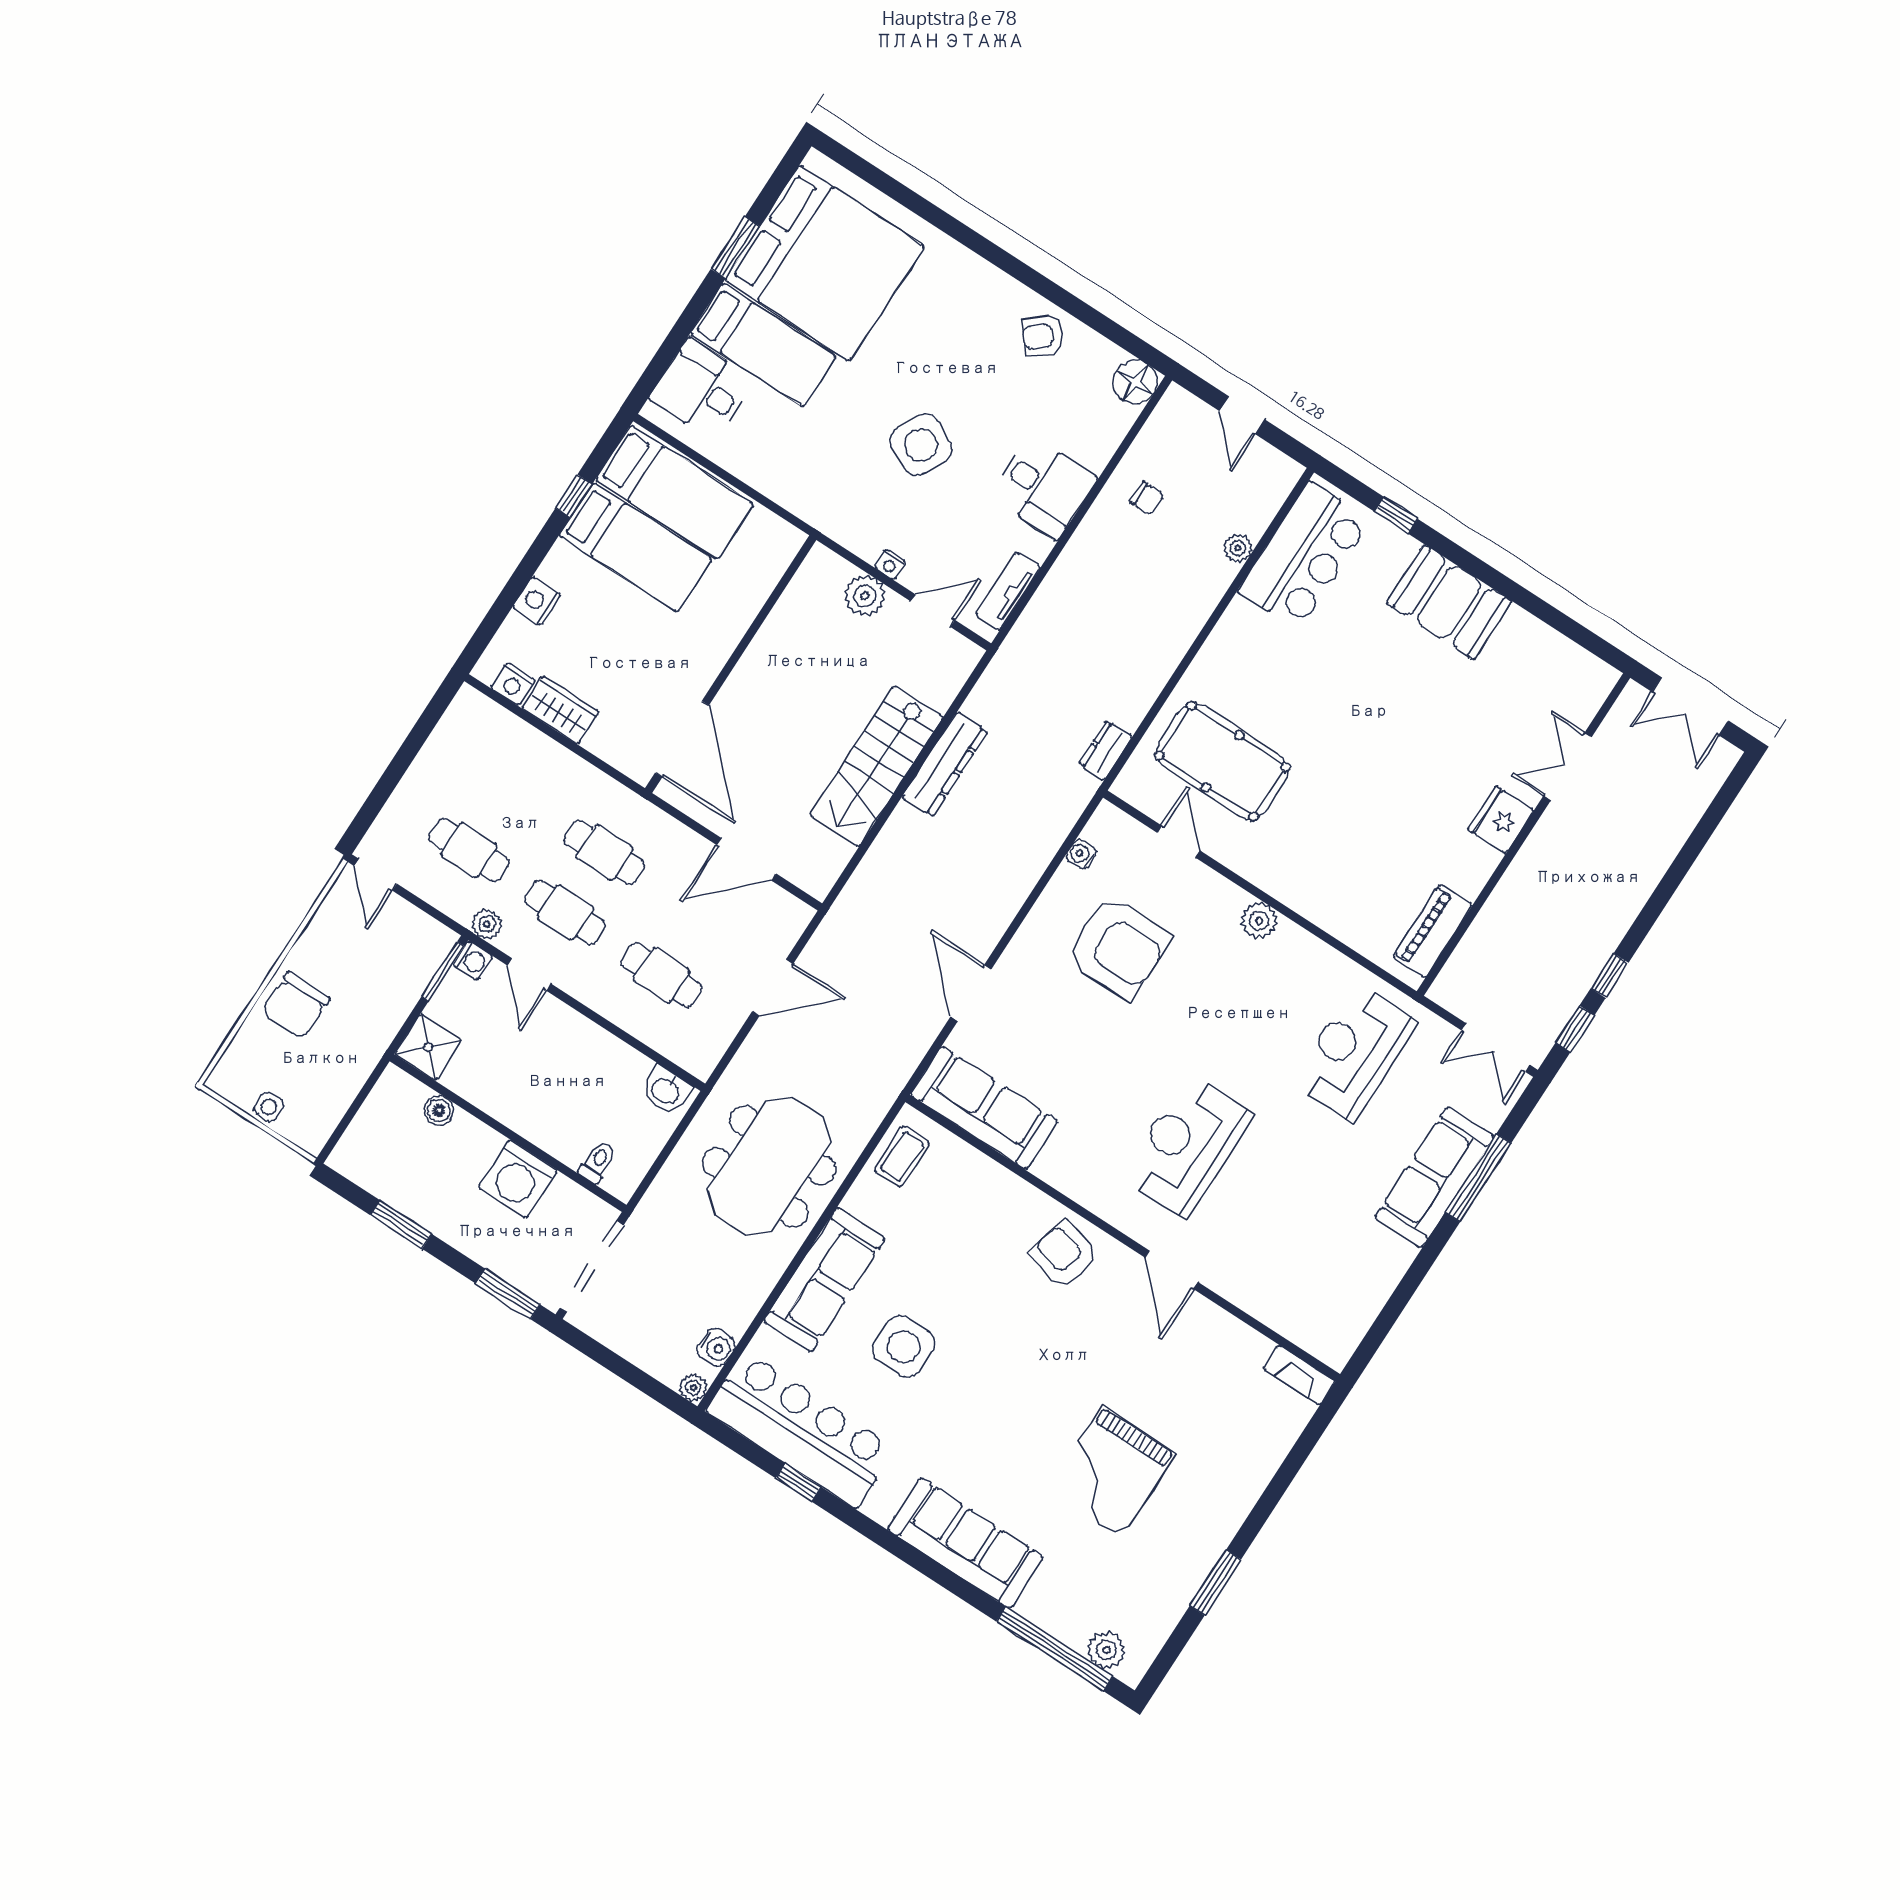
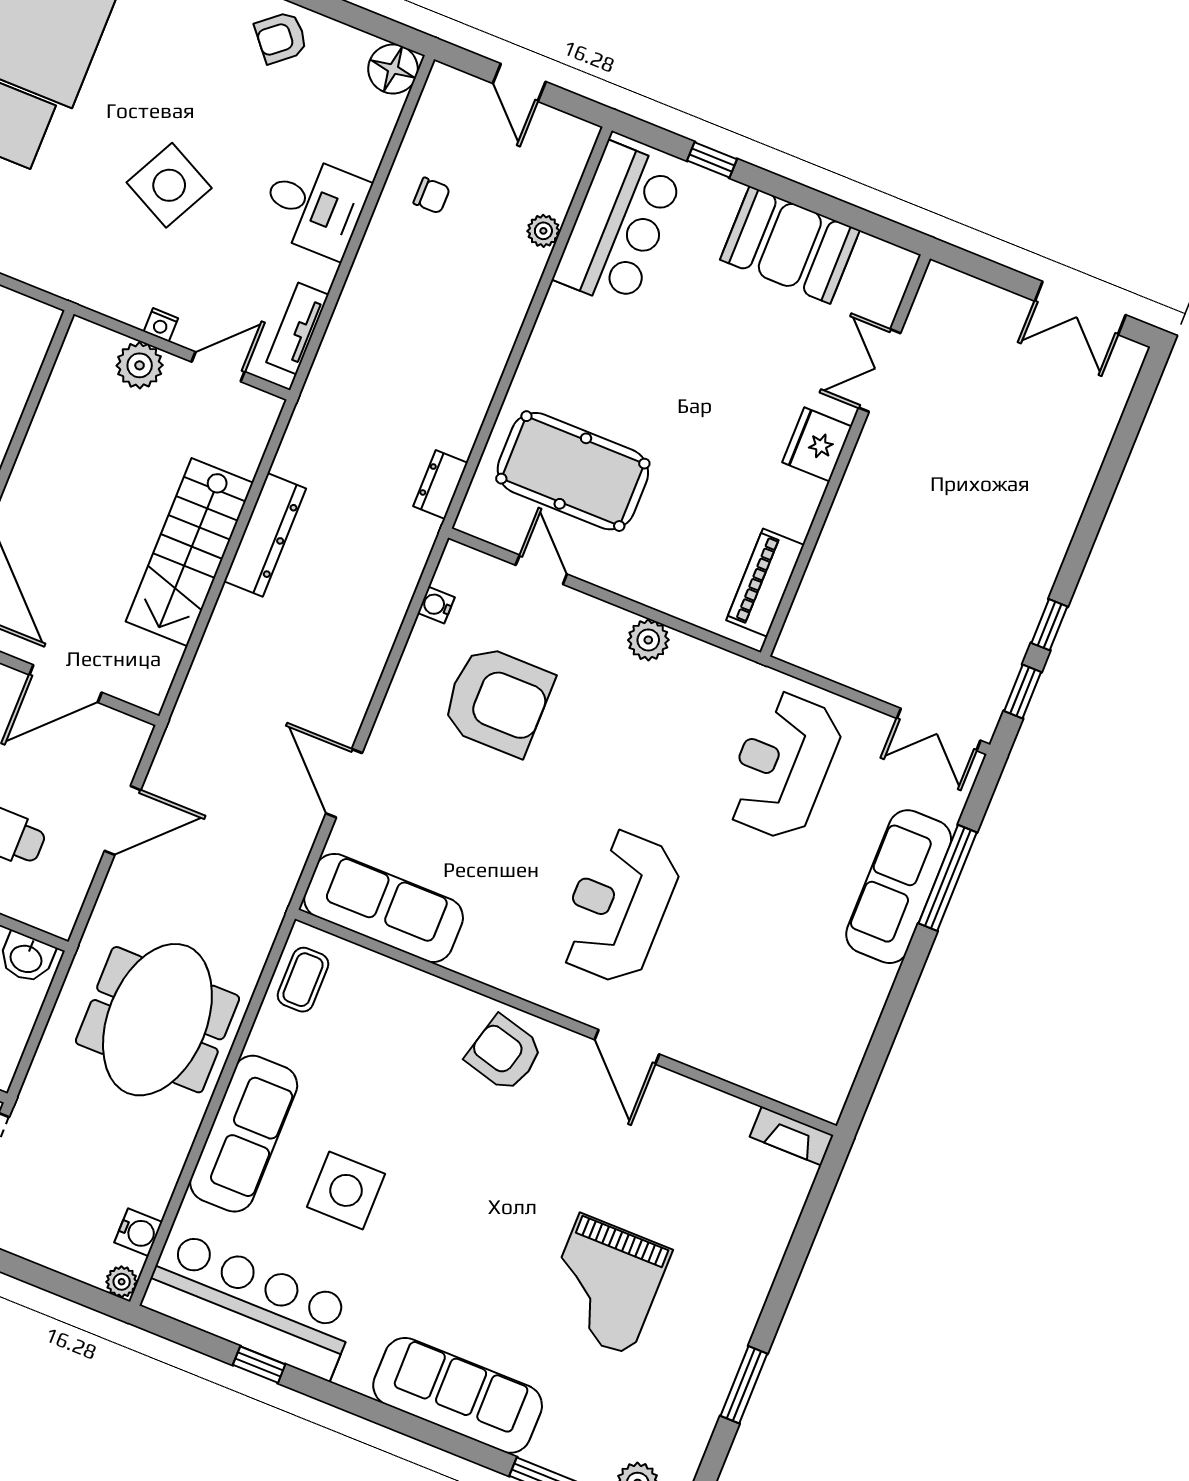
double door: (1568, 767) -> (880, 370), moved
fridge: (1501, 820) -> (817, 444), moved
wall: (1523, 834) -> (845, 456), moved
piano: (1432, 931) -> (765, 583), moved

